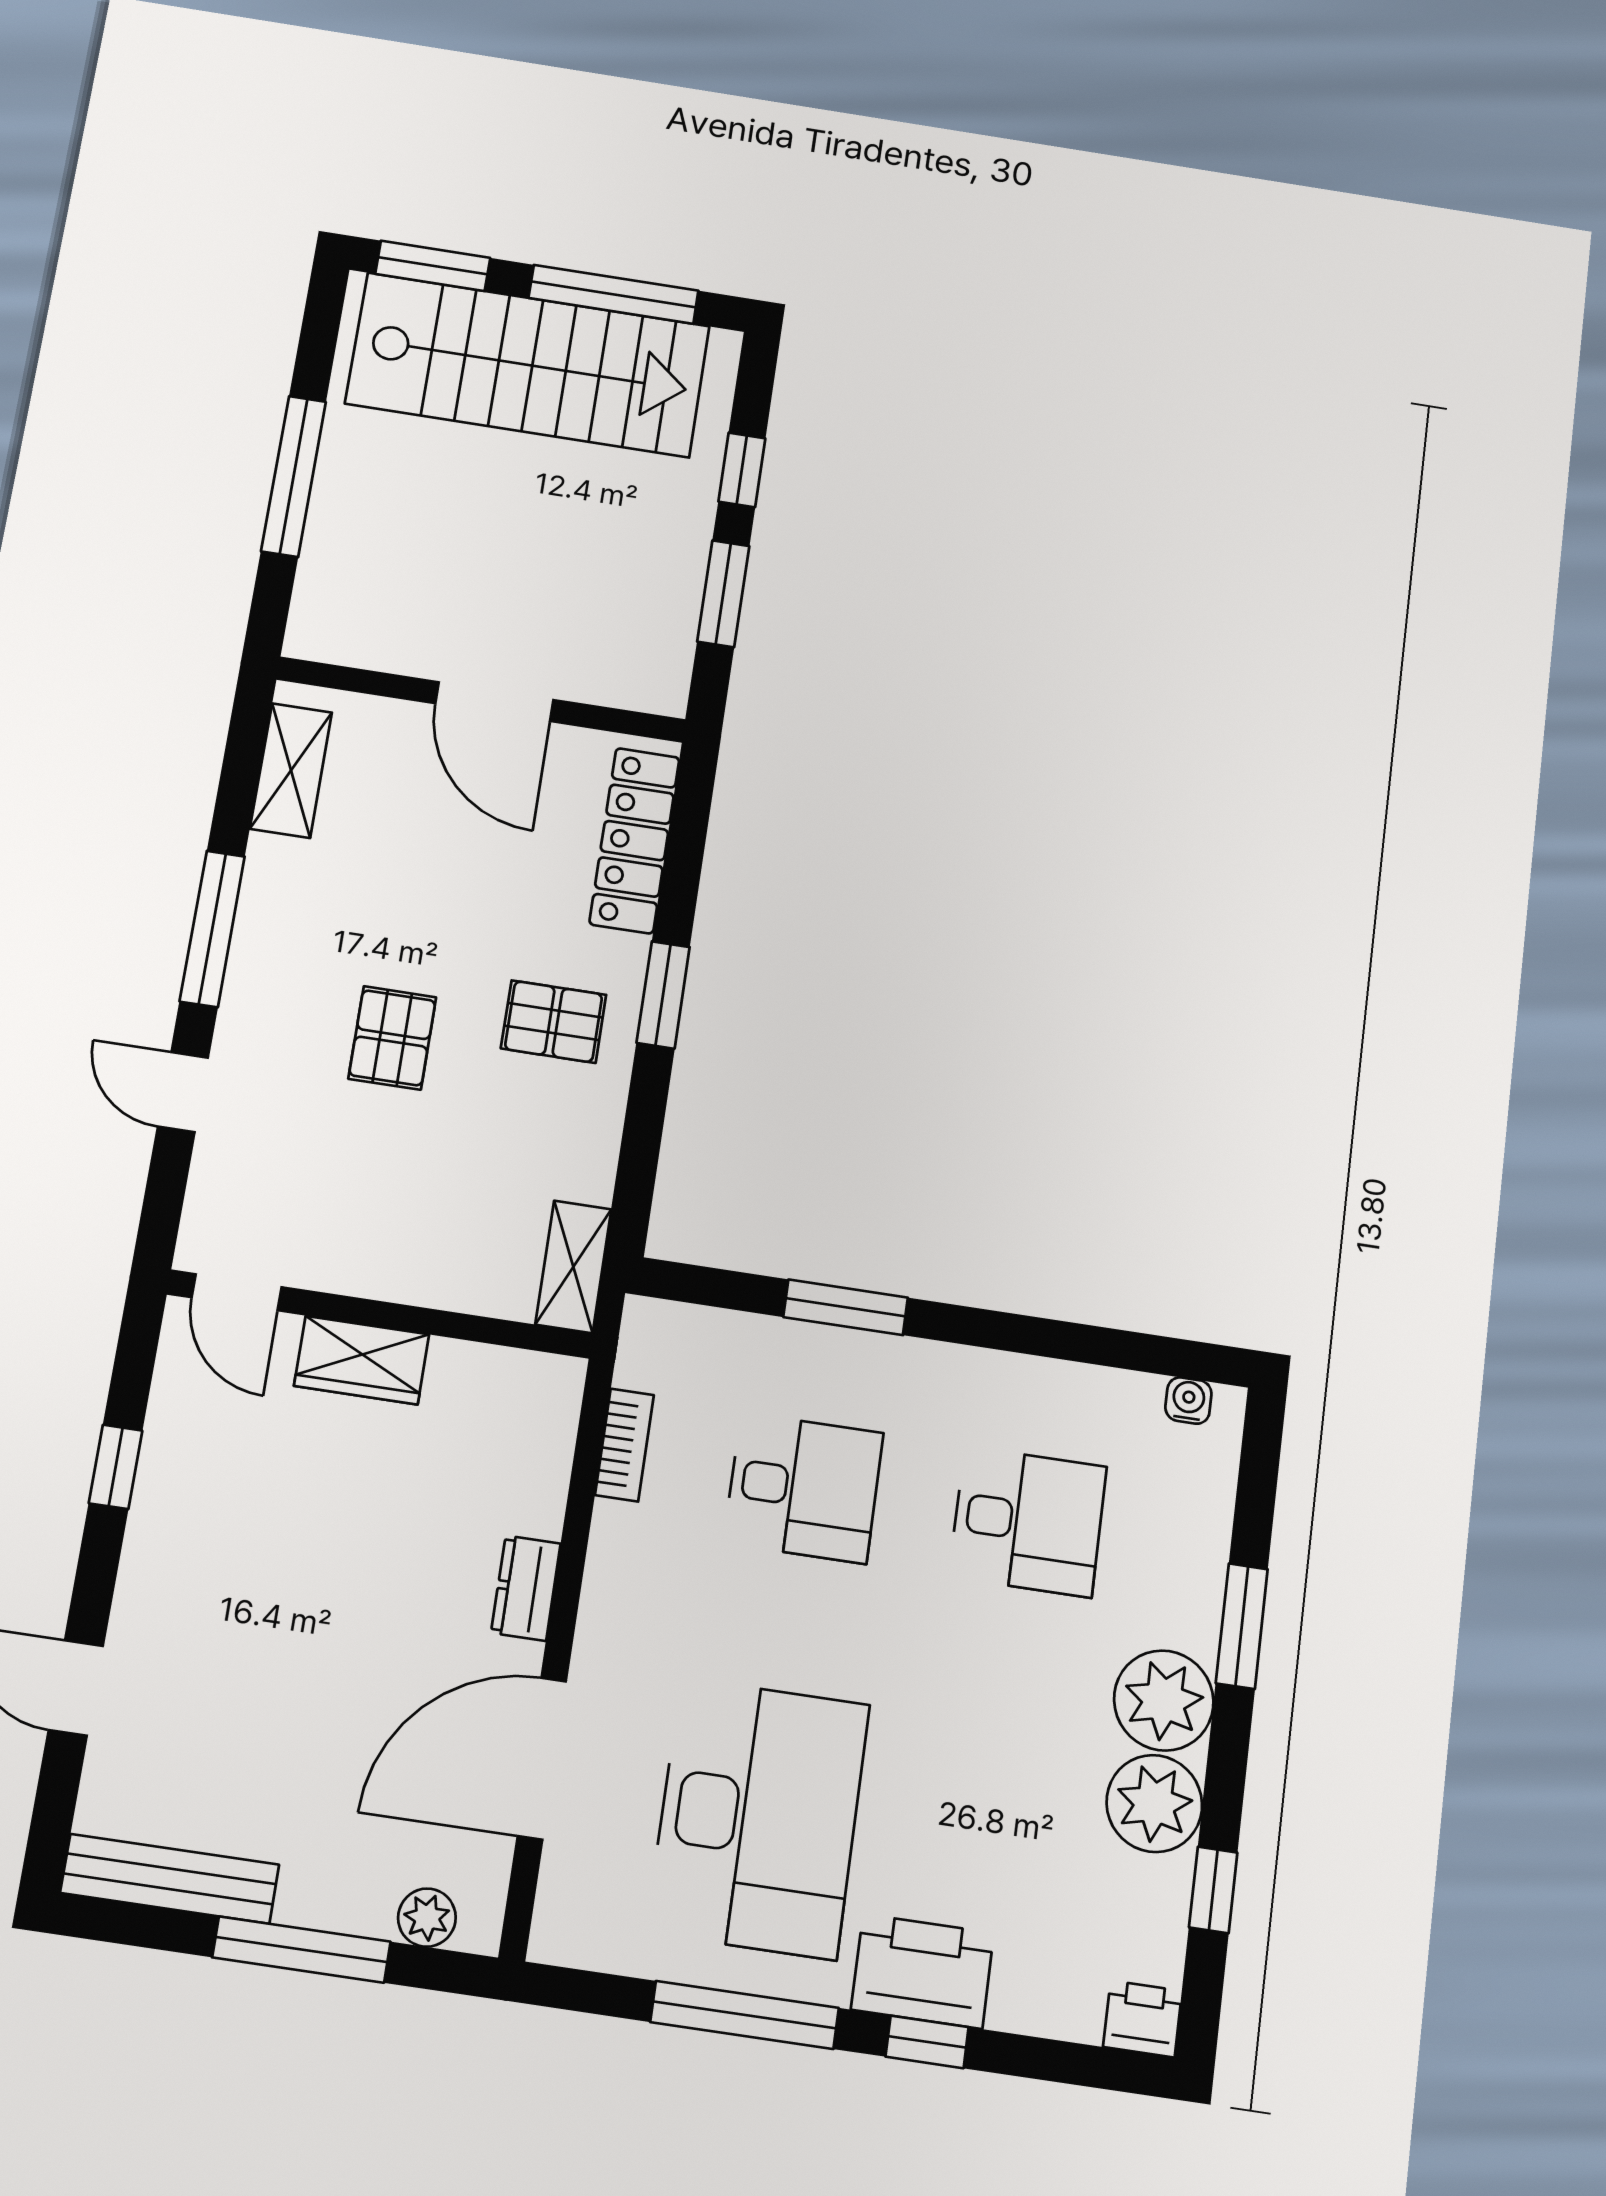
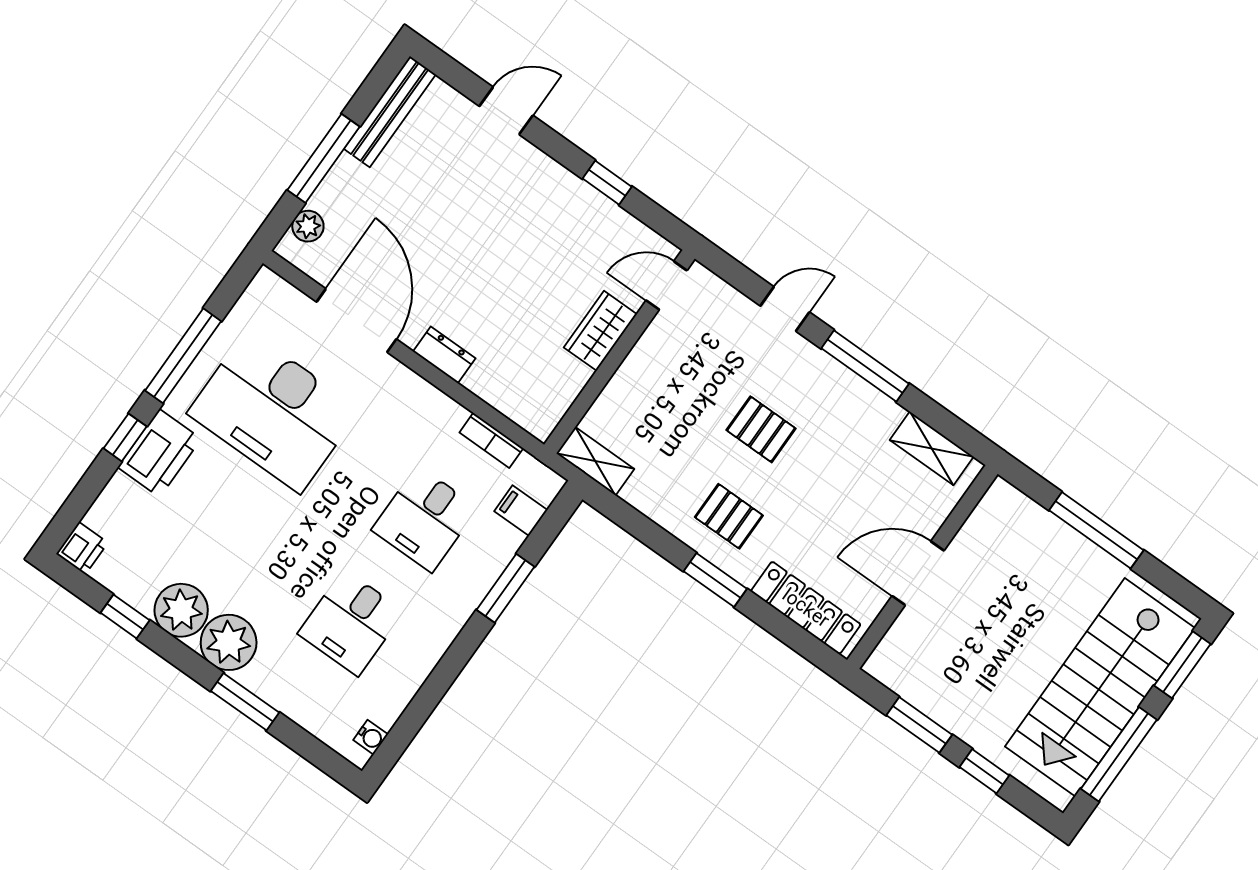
pallet: (554, 1022) -> (729, 516), turned 90
filing cabinet: (711, 1344) -> (521, 511), added

